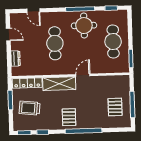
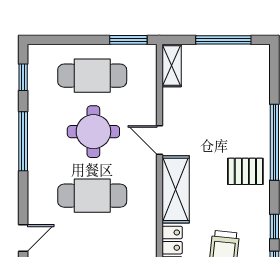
round table: (84, 26) -> (93, 132), moved
shelving: (119, 80) -> (172, 66), added
pallet: (115, 107) -> (227, 76), removed

